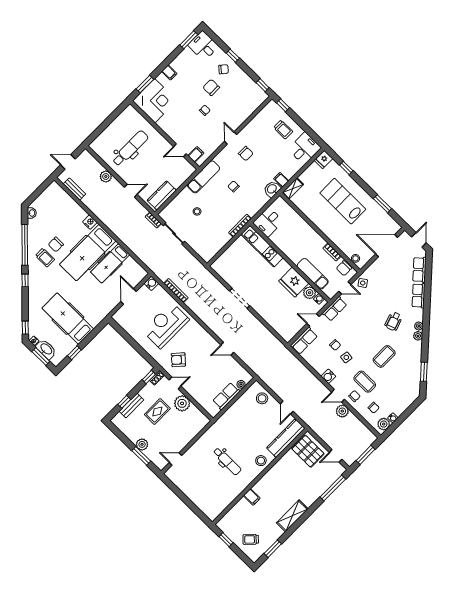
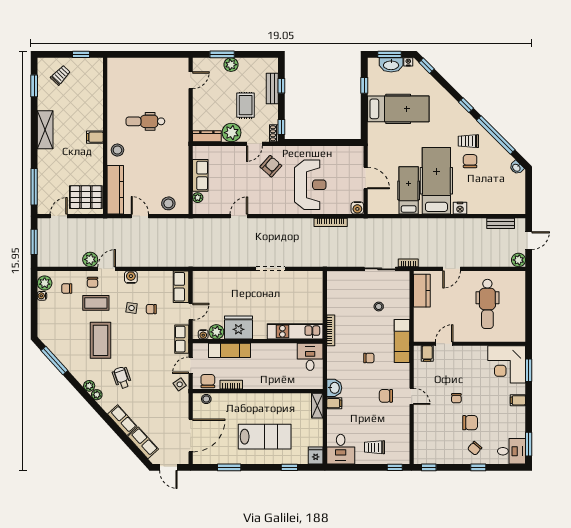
plant: (106, 176) -> (519, 260), moved
coffee table: (384, 356) -> (101, 340), width x1.36, depth x1.32
window: (424, 372) -> (54, 361), width x1.44
dresser: (199, 416) -> (207, 136), added
filing cabinet: (252, 497) -> (95, 137), moved

